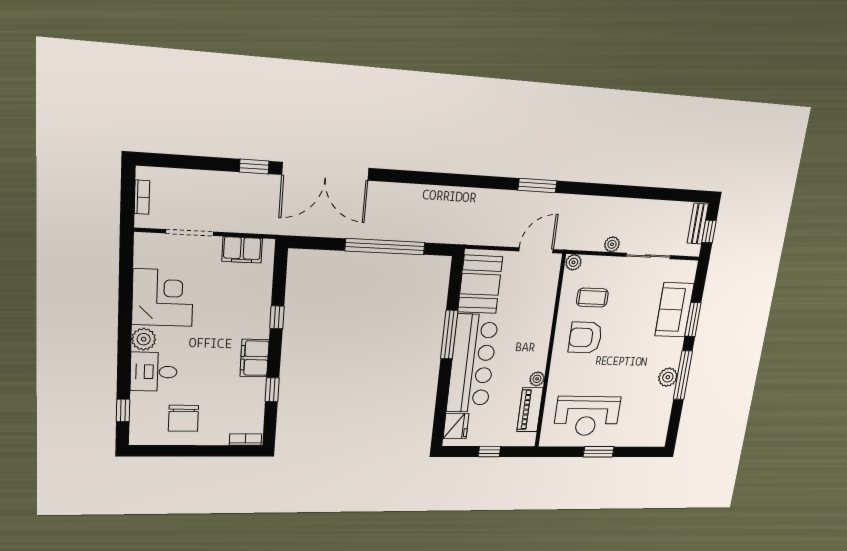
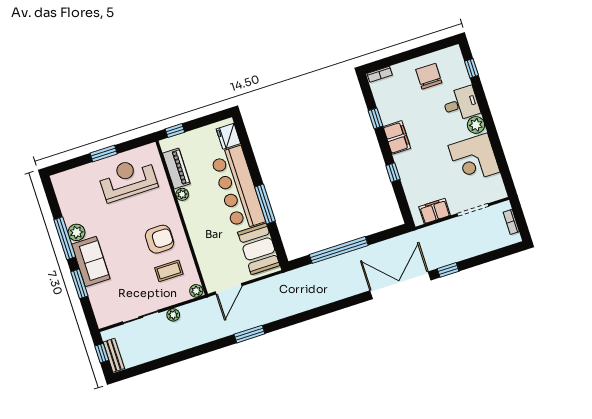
sofa: (674, 310) -> (91, 261), moved
window: (489, 452) -> (175, 131), moved

